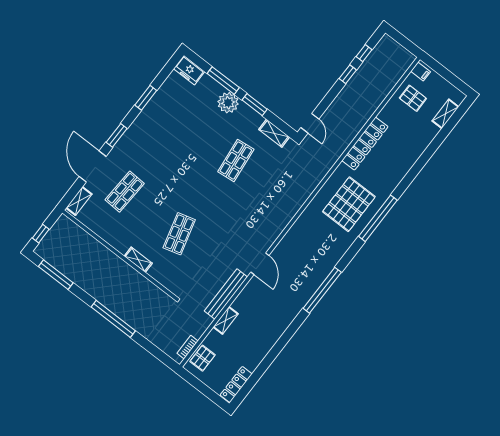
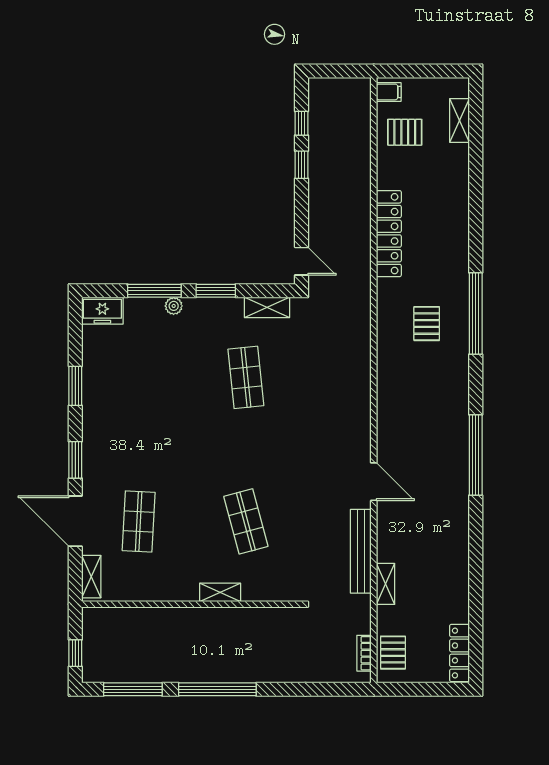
plant: (228, 103) -> (174, 306), width x0.53, depth x0.53
pallet: (349, 204) -> (427, 324), width x0.49, depth x0.50
window: (113, 319) -> (217, 689), moved

